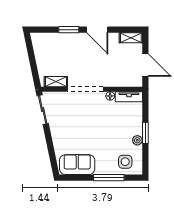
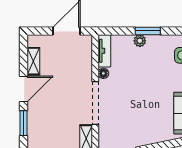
shelving: (131, 38) -> (33, 61), moved
plant: (137, 140) -> (140, 41), moved

